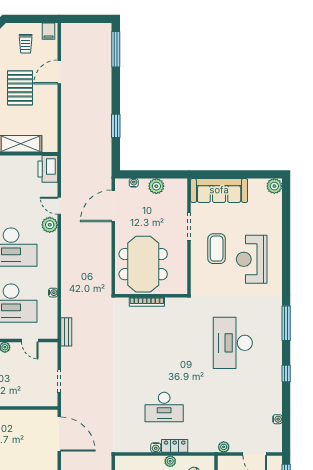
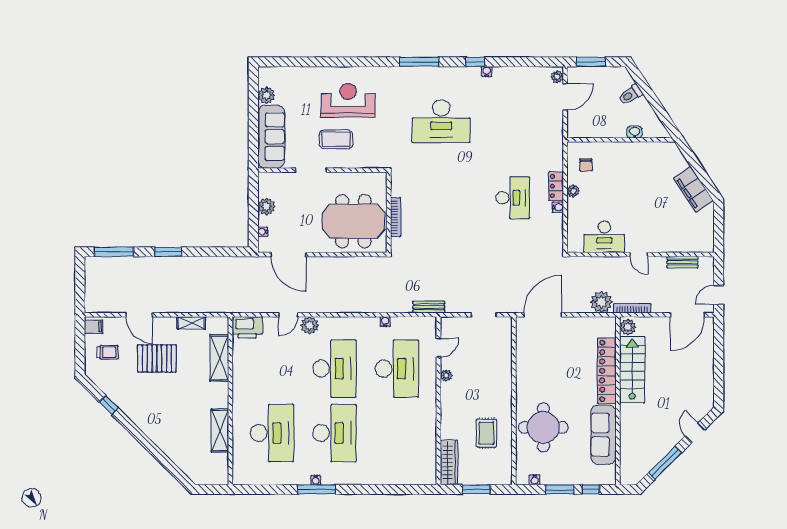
shelving: (52, 119) -> (191, 323), added
window: (116, 126) -> (168, 252), moved
plant: (274, 186) -> (266, 95), moved
reception desk: (252, 259) -> (348, 100), turned 180
water cooler: (277, 419) -> (487, 72), moved
plant: (224, 447) -> (557, 77), moved

